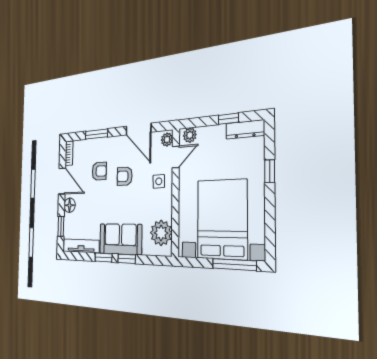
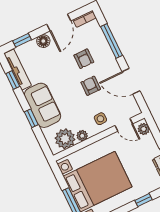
door: (139, 129) -> (131, 81), hinge flipped
window: (96, 134) -> (111, 41), width x1.44
plant: (167, 139) -> (82, 136), moved
window: (103, 258) -> (13, 80), moved

